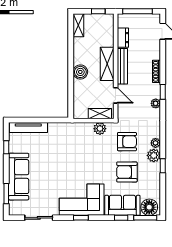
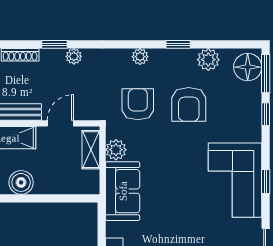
plant: (154, 155) -> (208, 60), moved
sofa: (122, 205) -> (123, 191), moved, turned 180

